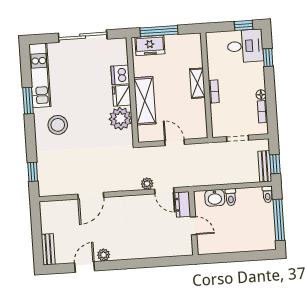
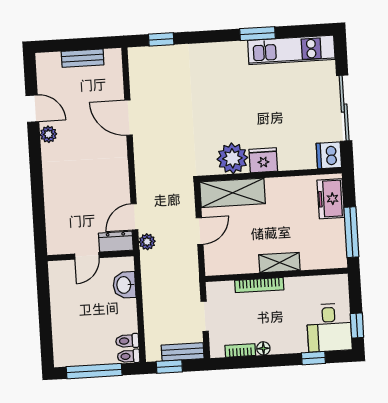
window: (159, 31) -> (351, 232), moved
dishwasher: (120, 75) -> (329, 155), moved, turned -90
bookcase: (214, 91) -> (259, 285), width x1.56
shelving: (145, 101) -> (233, 193), moved
stool: (58, 125) -> (224, 74), removed
bench: (265, 166) -> (183, 352), moved
plant: (147, 184) -> (147, 242), moved
toilet: (231, 197) -> (127, 341), moved
bench: (48, 249) -> (83, 58), moved

